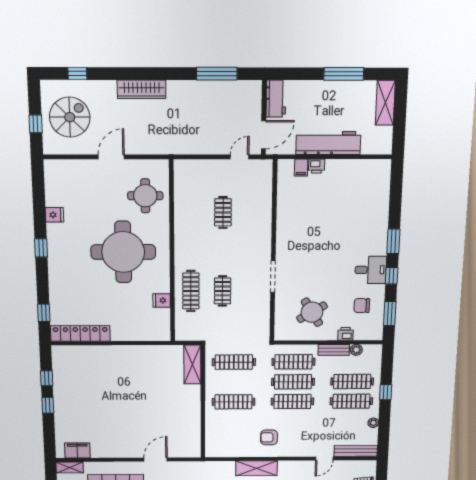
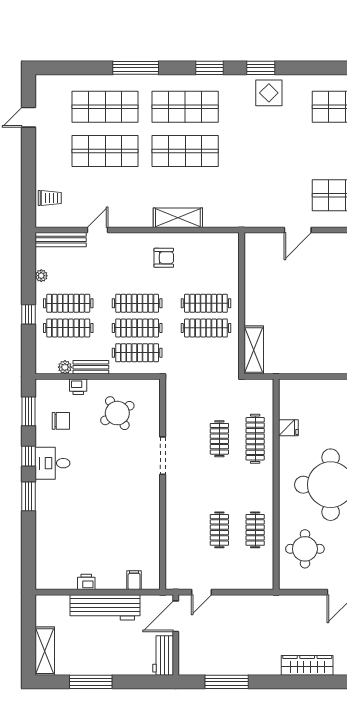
printer: (317, 166) -> (86, 582), moved
clothes rail: (191, 212) -> (255, 530), added
clothes rail: (234, 362) -> (206, 328), moved

